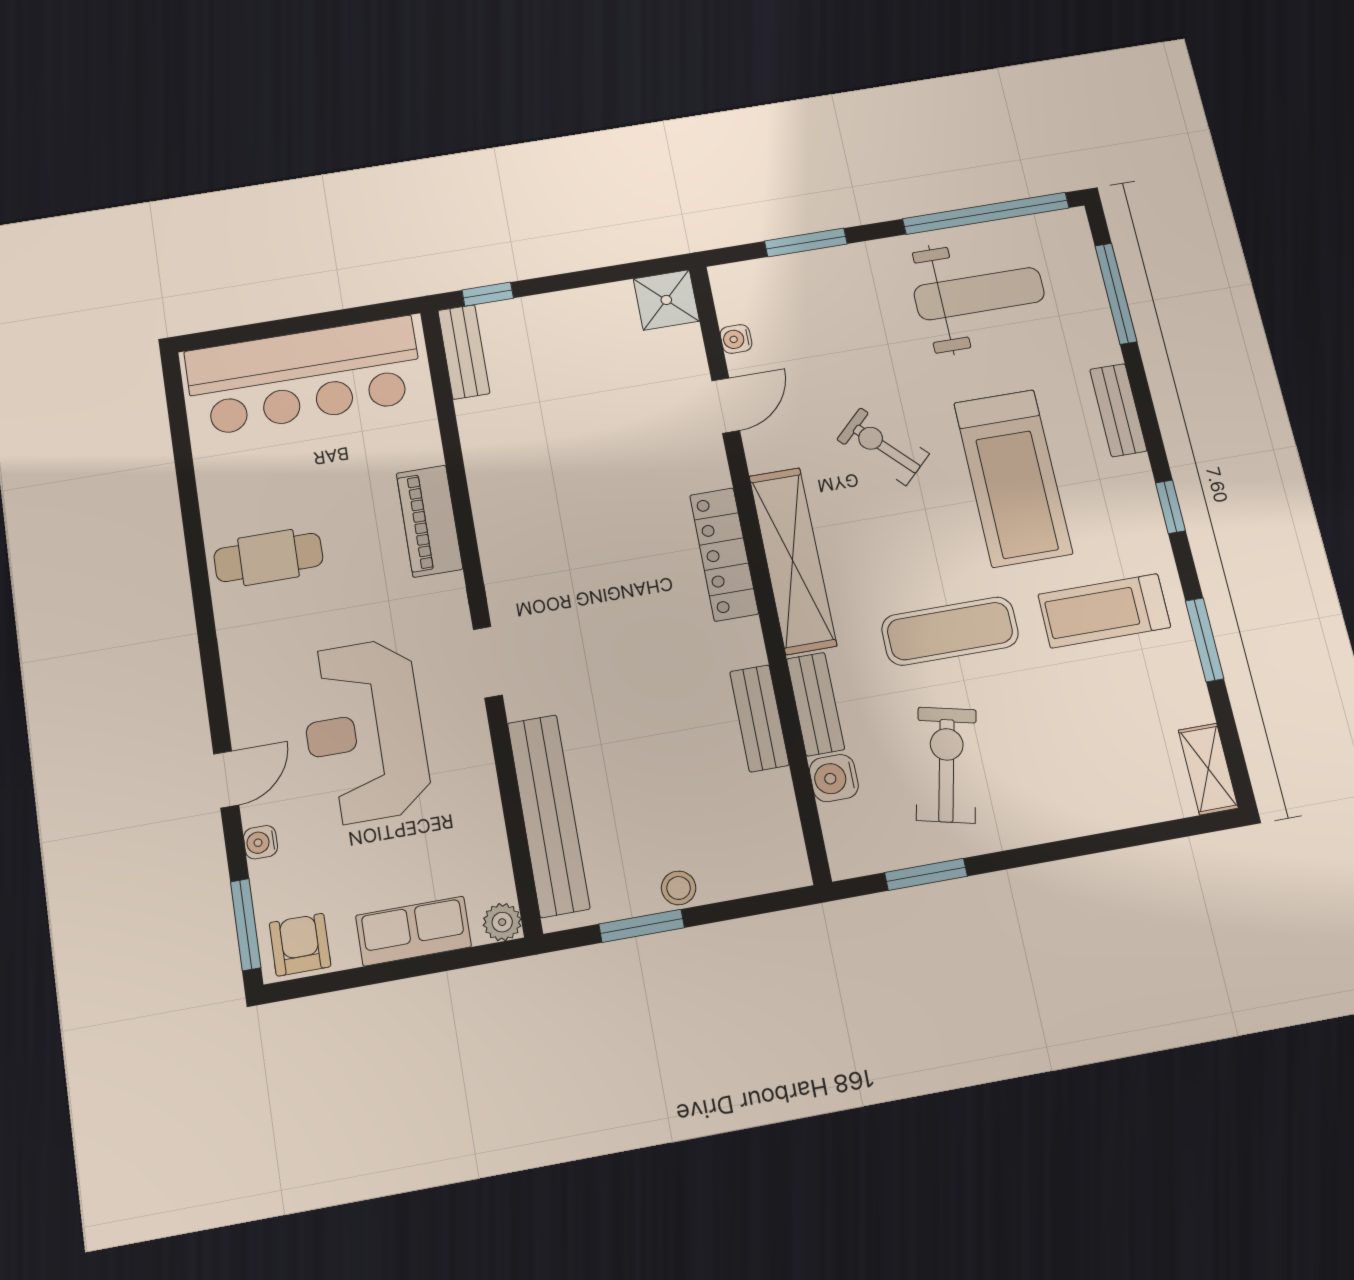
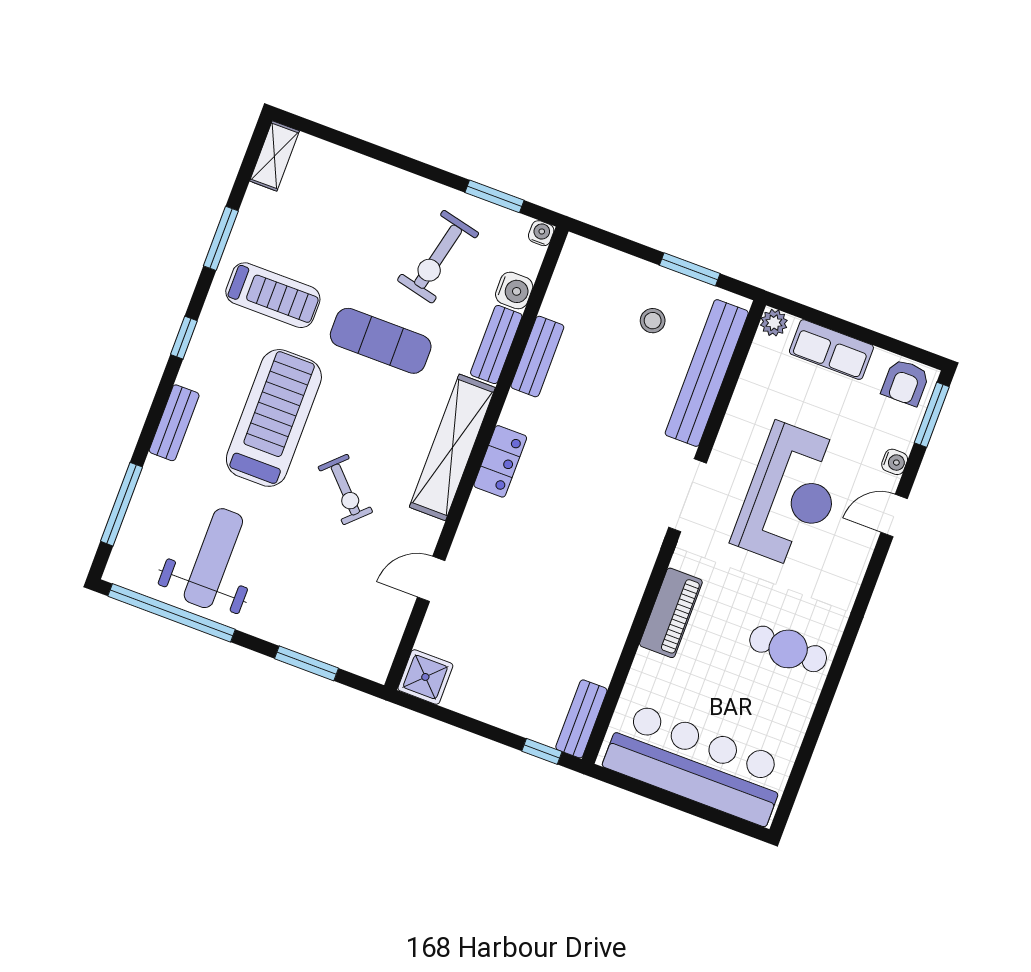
weight bench: (979, 294) -> (213, 558), turned 90
water cooler: (736, 339) -> (541, 233), moved, turned -90
locker: (724, 554) -> (500, 461), width x0.66
doorway: (488, 662) -> (688, 495), width x1.38
stool: (679, 888) -> (653, 321), moved

